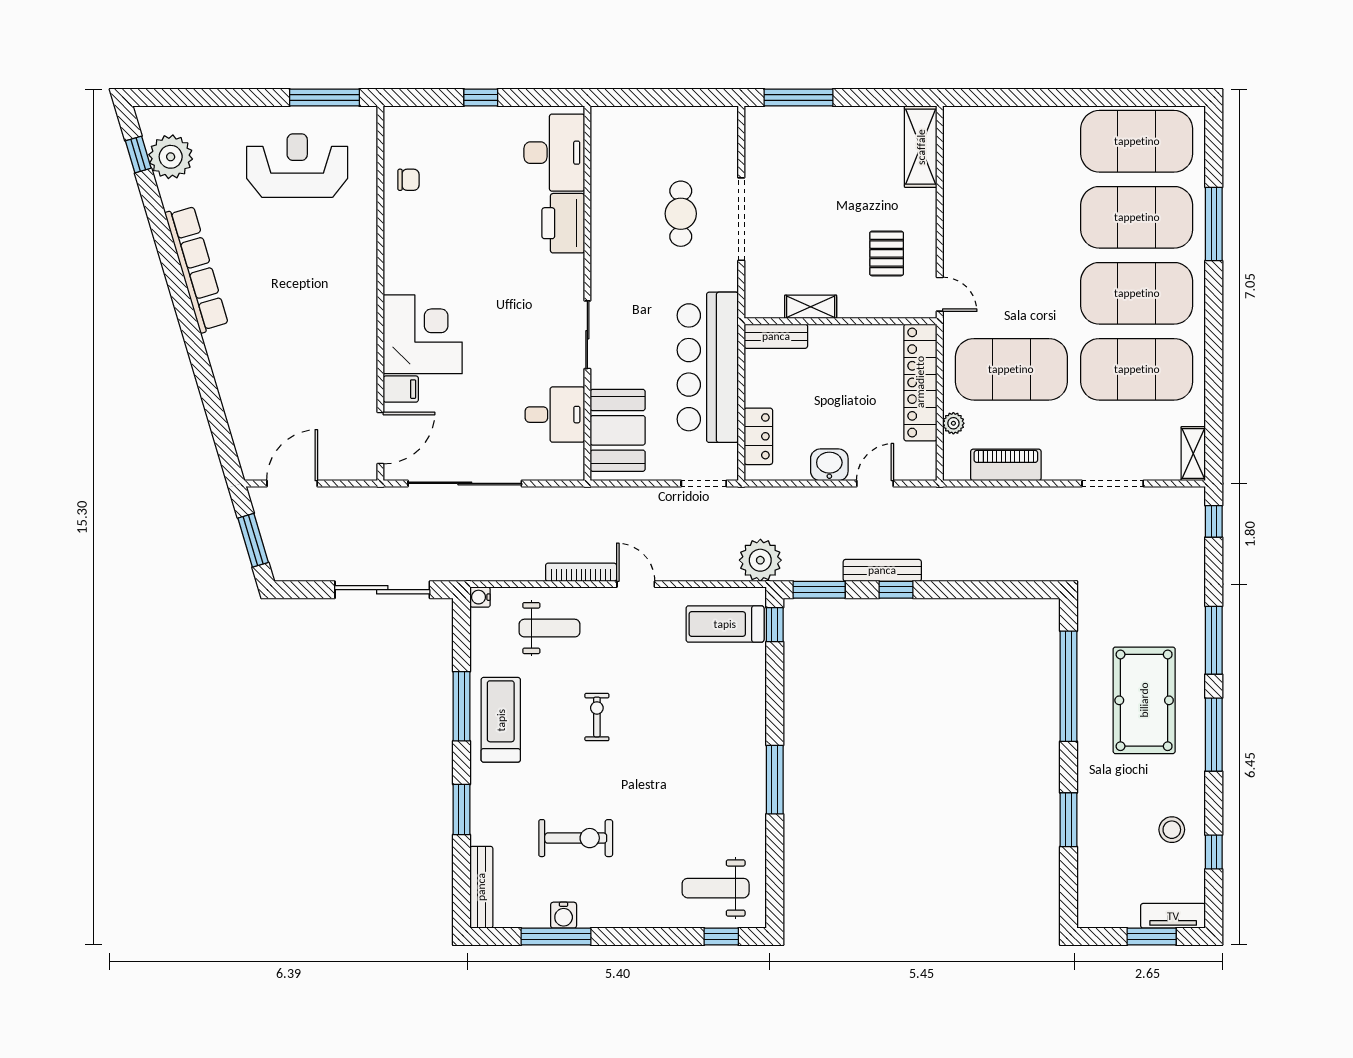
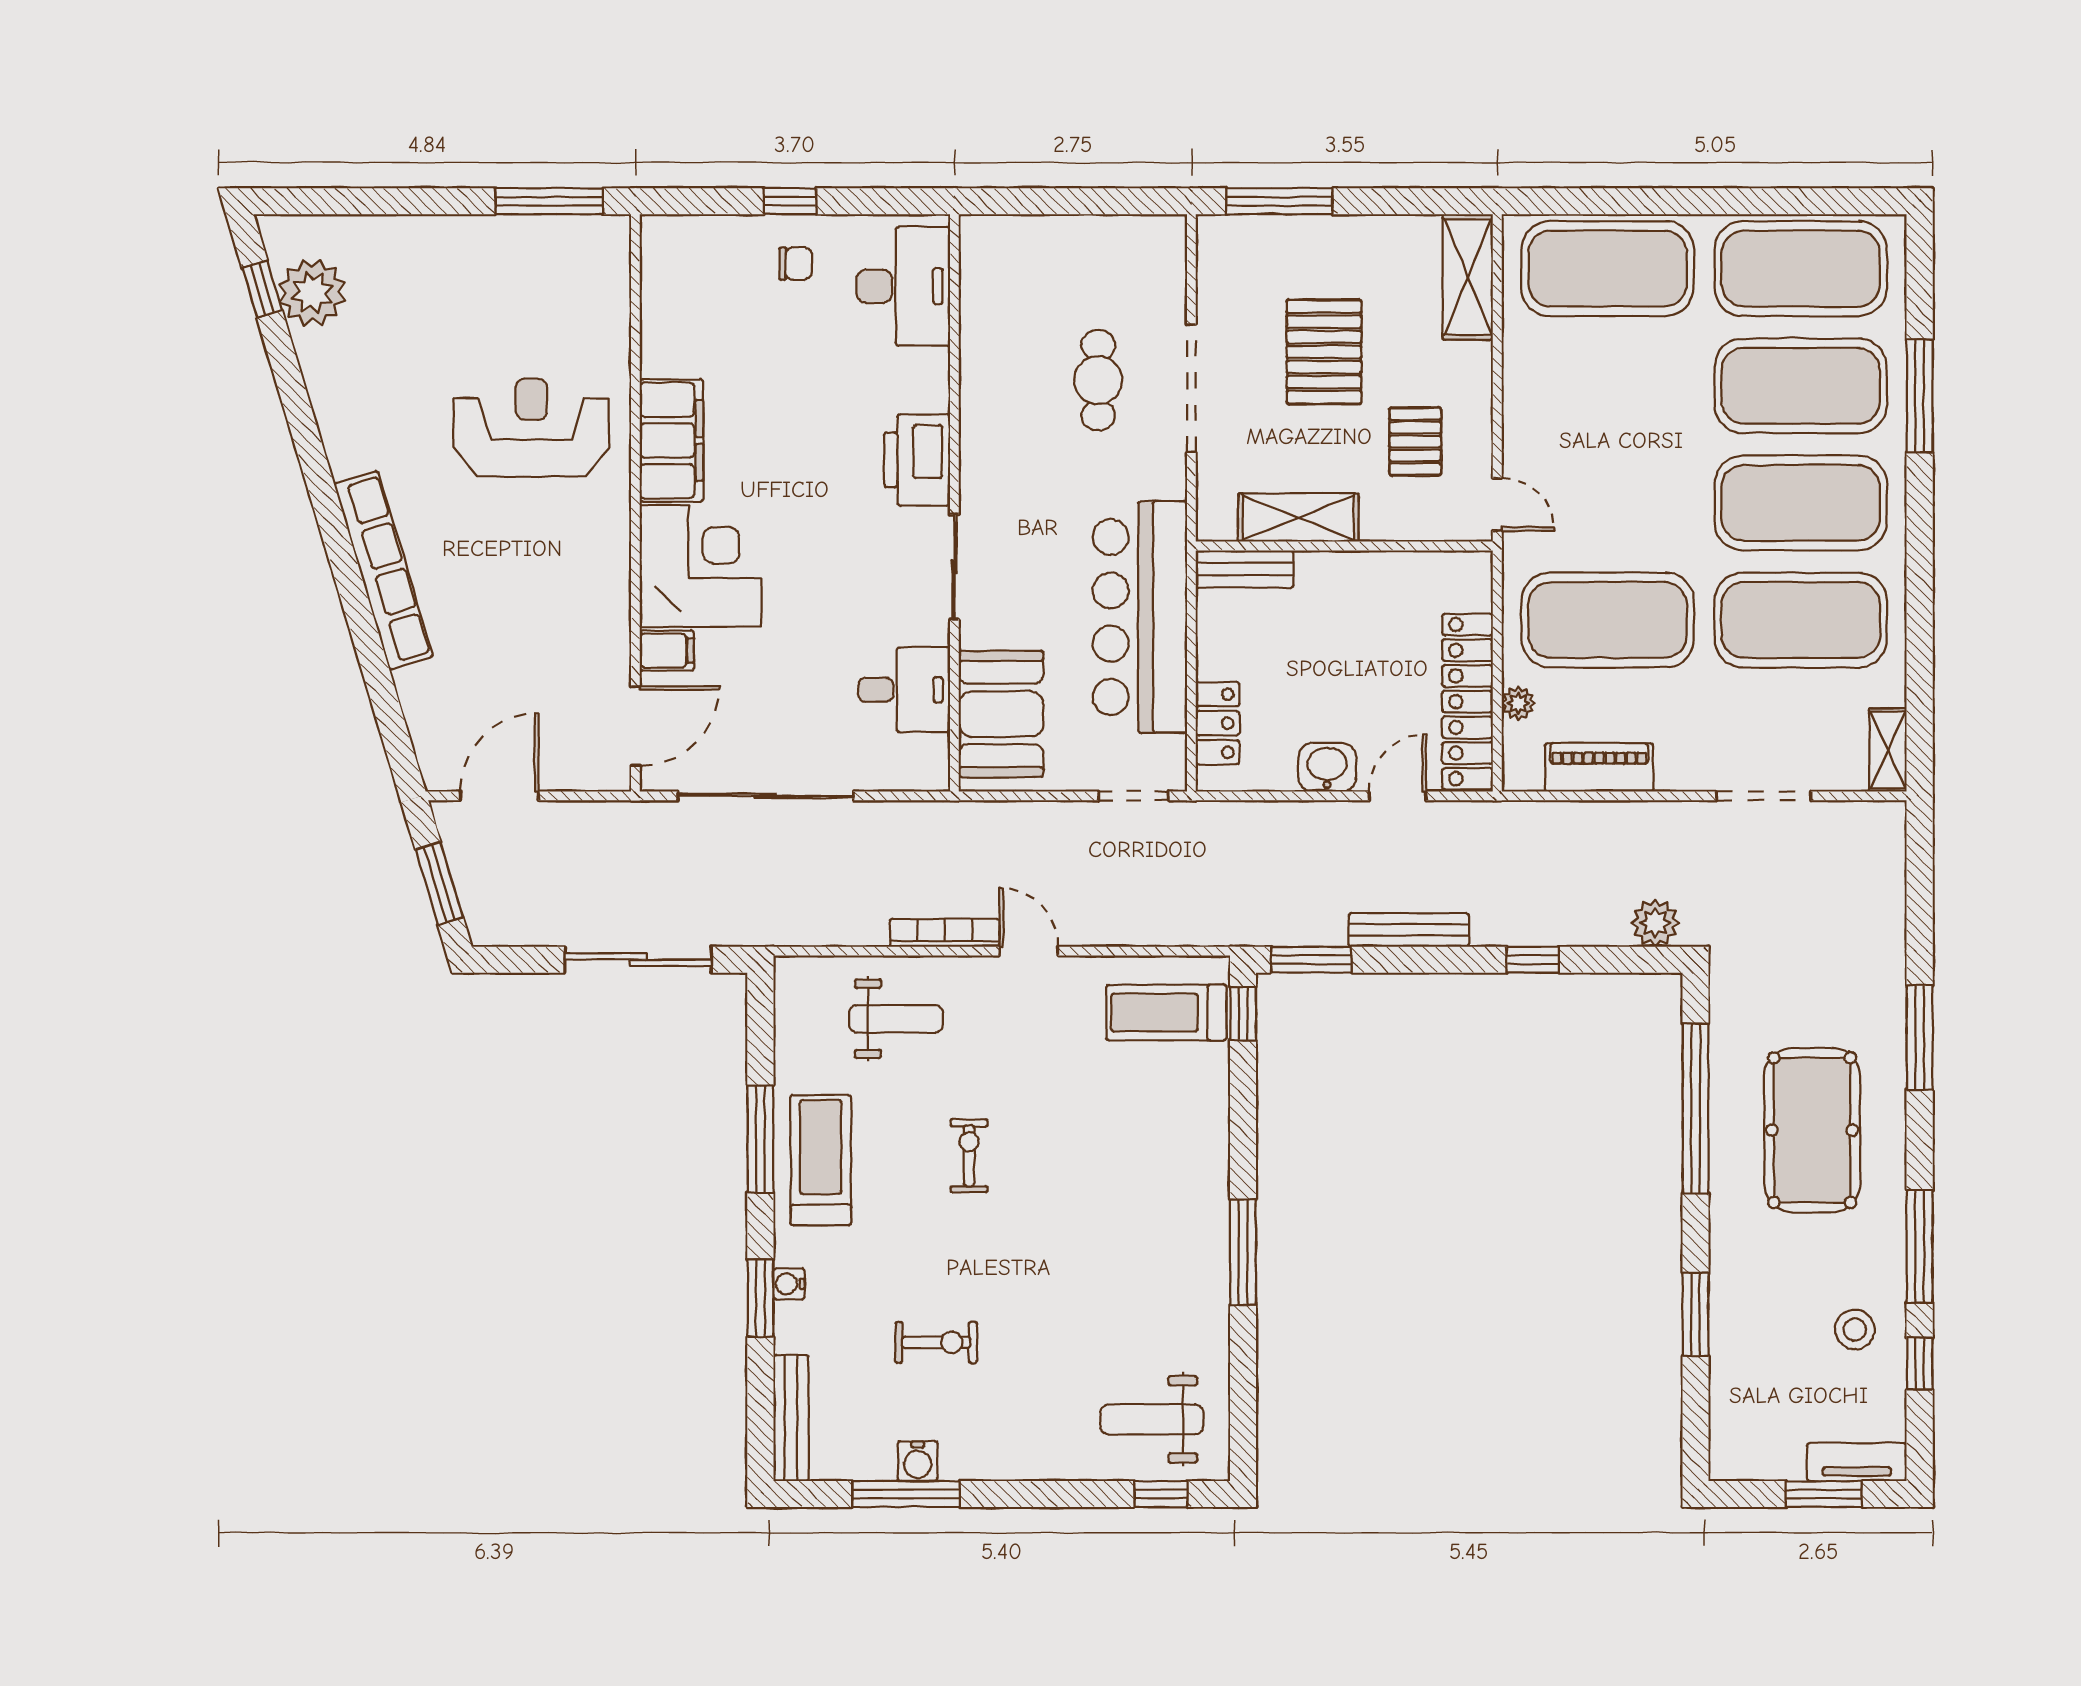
exercise mat: (1011, 141) -> (1608, 269), added
reception desk: (297, 166) -> (531, 428), moved
chair: (408, 180) -> (796, 264), moved
pallet: (827, 195) -> (1324, 352), added
printer: (563, 223) -> (917, 460), moved
filing cabinet: (404, 253) -> (671, 440), added
row of seats: (197, 269) -> (383, 570), moved
shelving: (811, 307) -> (1298, 518), width x1.50, depth x1.33
locker: (920, 382) -> (1468, 702), moved
window: (1214, 521) -> (1920, 854), removed
plant: (760, 560) -> (1655, 923), moved, width x0.73, depth x0.73
window: (896, 590) -> (1533, 960), moved
water cooler: (480, 597) -> (789, 1284), moved
window: (1214, 735) -> (1920, 1246), moved
exercise bike: (576, 838) -> (936, 1342), width x0.73, depth x0.72

